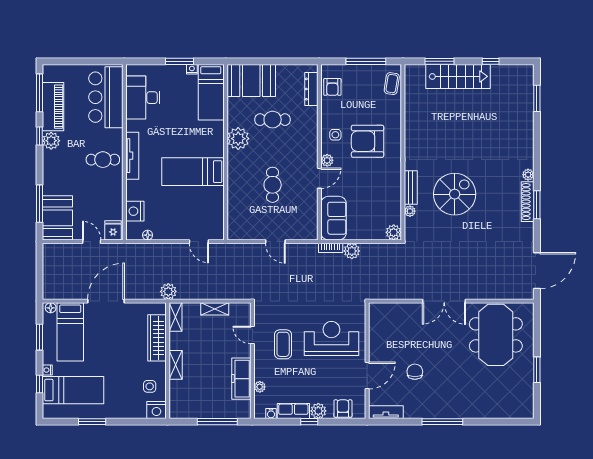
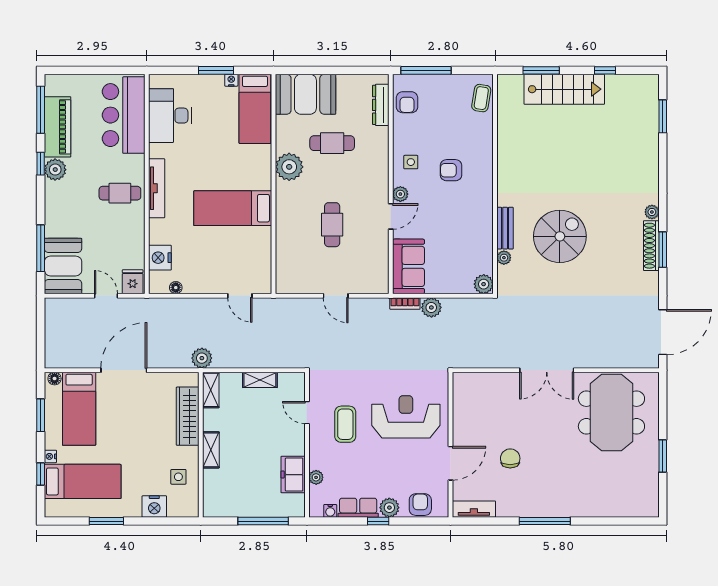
window: (366, 61) -> (426, 70), moved
armchair: (368, 141) -> (451, 170), width x0.53, depth x0.53
freezer: (241, 379) -> (293, 475), width x0.71
nightstand: (156, 410) -> (154, 506), moved

